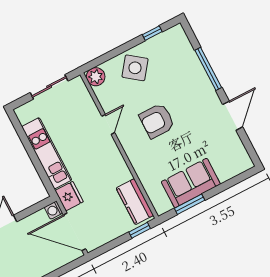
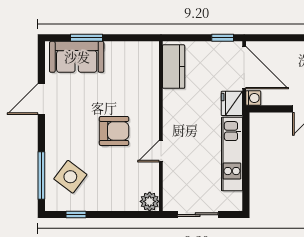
side table: (135, 68) -> (70, 177), moved
window: (208, 69) -> (41, 176), moved
sofa: (191, 183) -> (77, 57), moved
window: (190, 204) -> (86, 38), moved
window: (140, 230) -> (223, 38), moved

